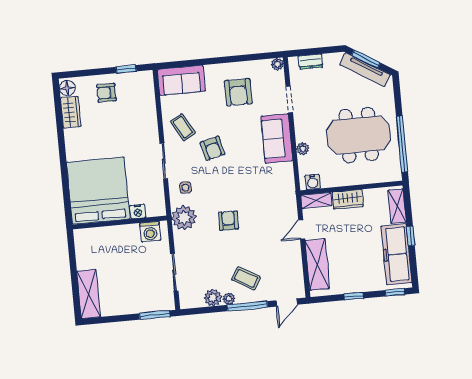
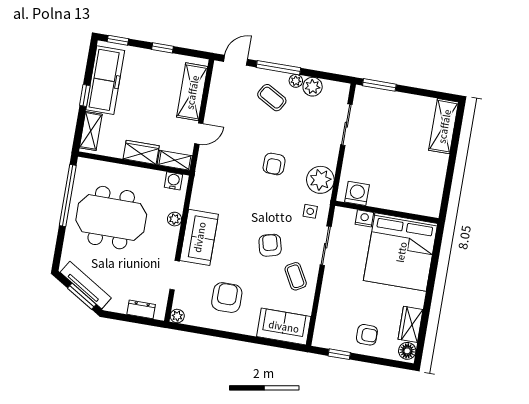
bed: (98, 191) -> (401, 252), moved
nightstand: (138, 212) -> (364, 218), moved
wall: (120, 222) -> (387, 212), moved
washing machine: (150, 232) -> (357, 193), moved

